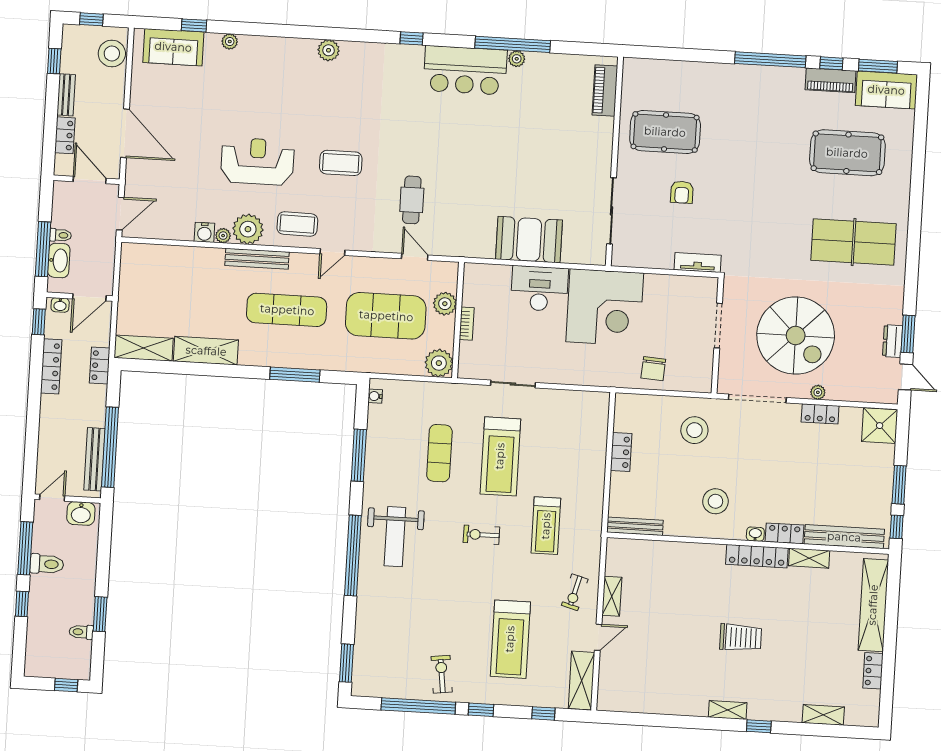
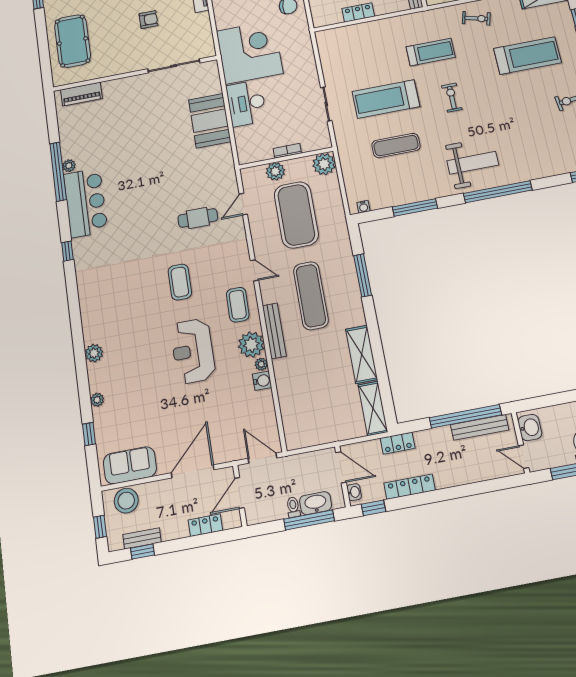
sofa: (173, 47) -> (130, 465), moved, turned -90
plant: (329, 50) -> (94, 353), moved
bench: (66, 95) -> (142, 538), moved
pool table: (665, 132) -> (73, 41), moved
treadmill: (500, 456) -> (386, 99), turned 180
exercise bike: (481, 535) -> (452, 98), turned 180

